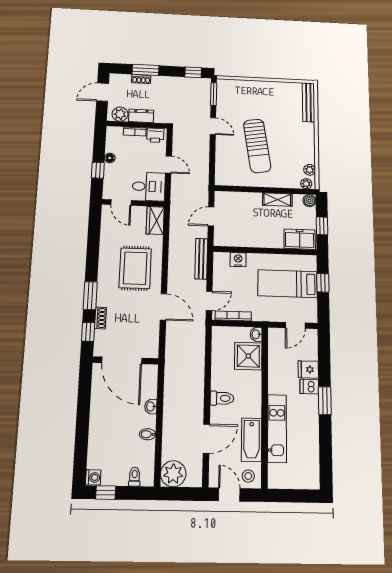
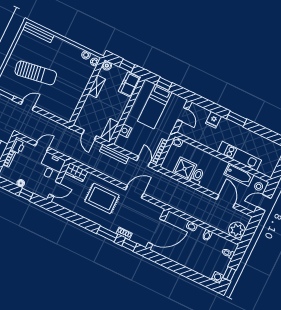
sun lounger: (257, 146) -> (36, 73), moved
shelving: (229, 240) -> (110, 130), added
shower: (248, 356) -> (185, 169), moved
dishwasher: (309, 387) -> (224, 124), removed
toilet: (222, 398) -> (197, 177), moved

